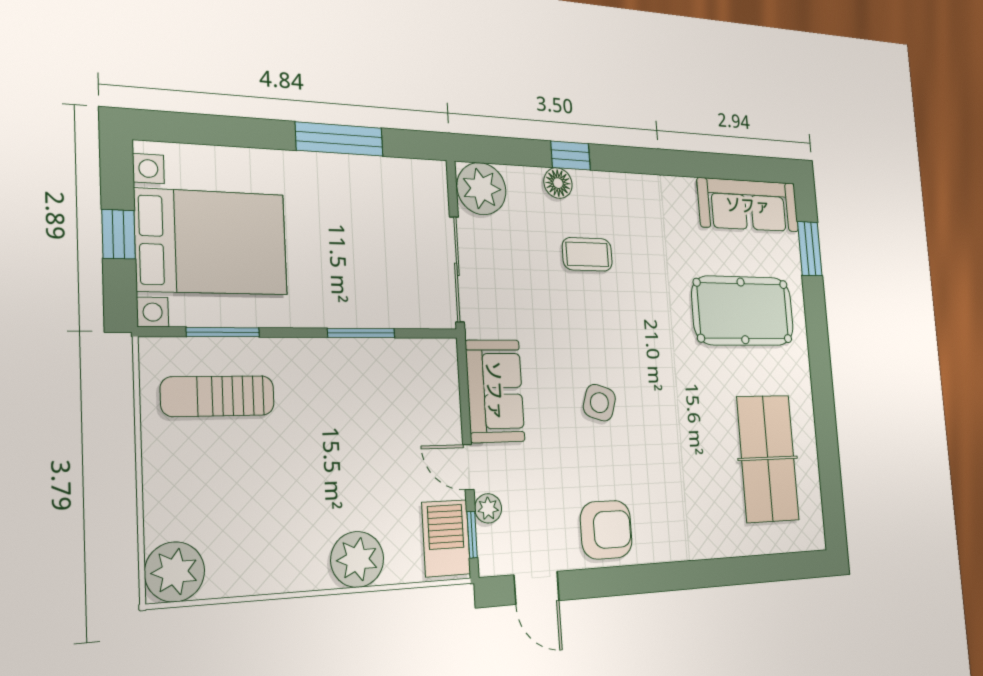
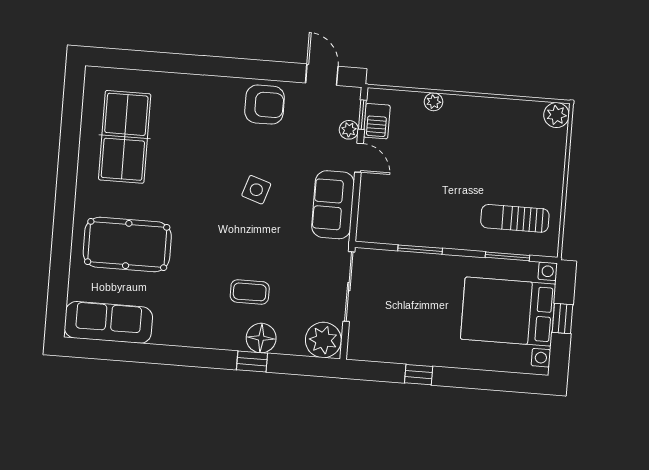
window: (339, 139) -> (419, 375), width x0.46
floor lamp: (558, 183) -> (261, 338), width x1.38, depth x1.38
window: (810, 249) -> (58, 287), removed
sun lounger: (218, 396) -> (515, 218), turned 180
armchair: (606, 530) -> (265, 105), turned 180
barbecue: (446, 538) -> (377, 121), width x0.73, depth x0.79
plant: (357, 559) -> (434, 102), width x0.53, depth x0.53
plant: (175, 572) -> (556, 115), width x0.73, depth x0.73

